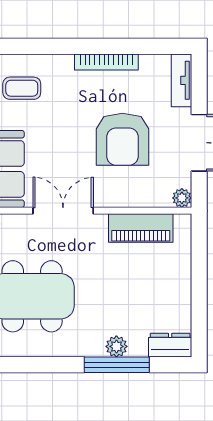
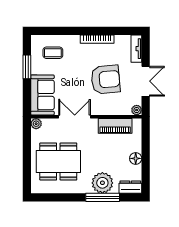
armchair: (122, 139) -> (106, 79), turned -95
floor lamp: (180, 290) -> (136, 158), added
plant: (116, 346) -> (102, 183), width x1.87, depth x1.87

